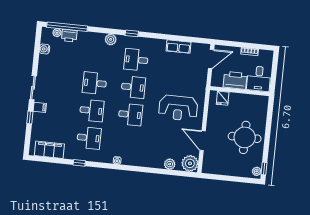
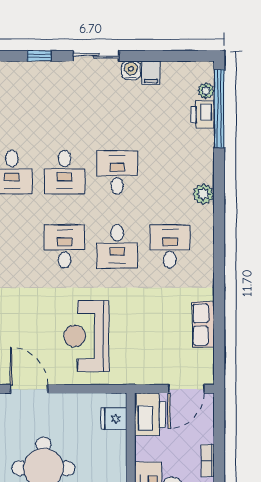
window: (132, 33) -> (219, 233), removed
water cooler: (44, 49) -> (131, 70), moved
door: (211, 59) -> (186, 389), hinge flipped
printer: (235, 80) -> (150, 414), moved
filing cabinet: (40, 107) -> (151, 73), moved
desk: (130, 115) -> (65, 246), turned 180
door: (203, 141) -> (29, 389), hinge flipped

